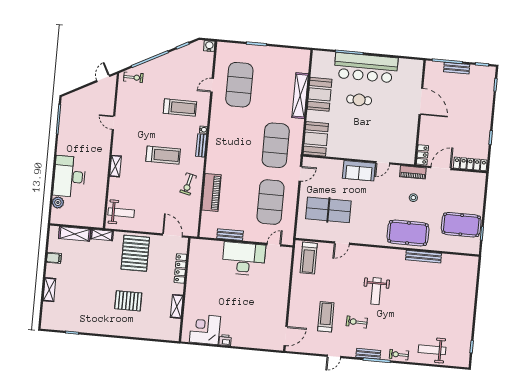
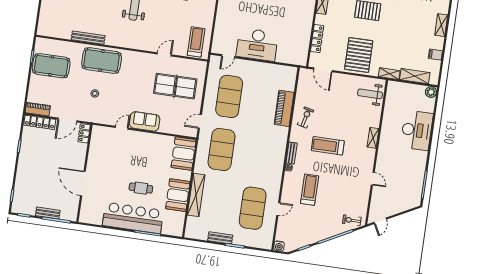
treadmill: (180, 107) -> (310, 190), turned 90
piano: (413, 172) -> (38, 109), moved
plant: (58, 202) -> (431, 92), moved
bench: (230, 235) -> (220, 238), moved

